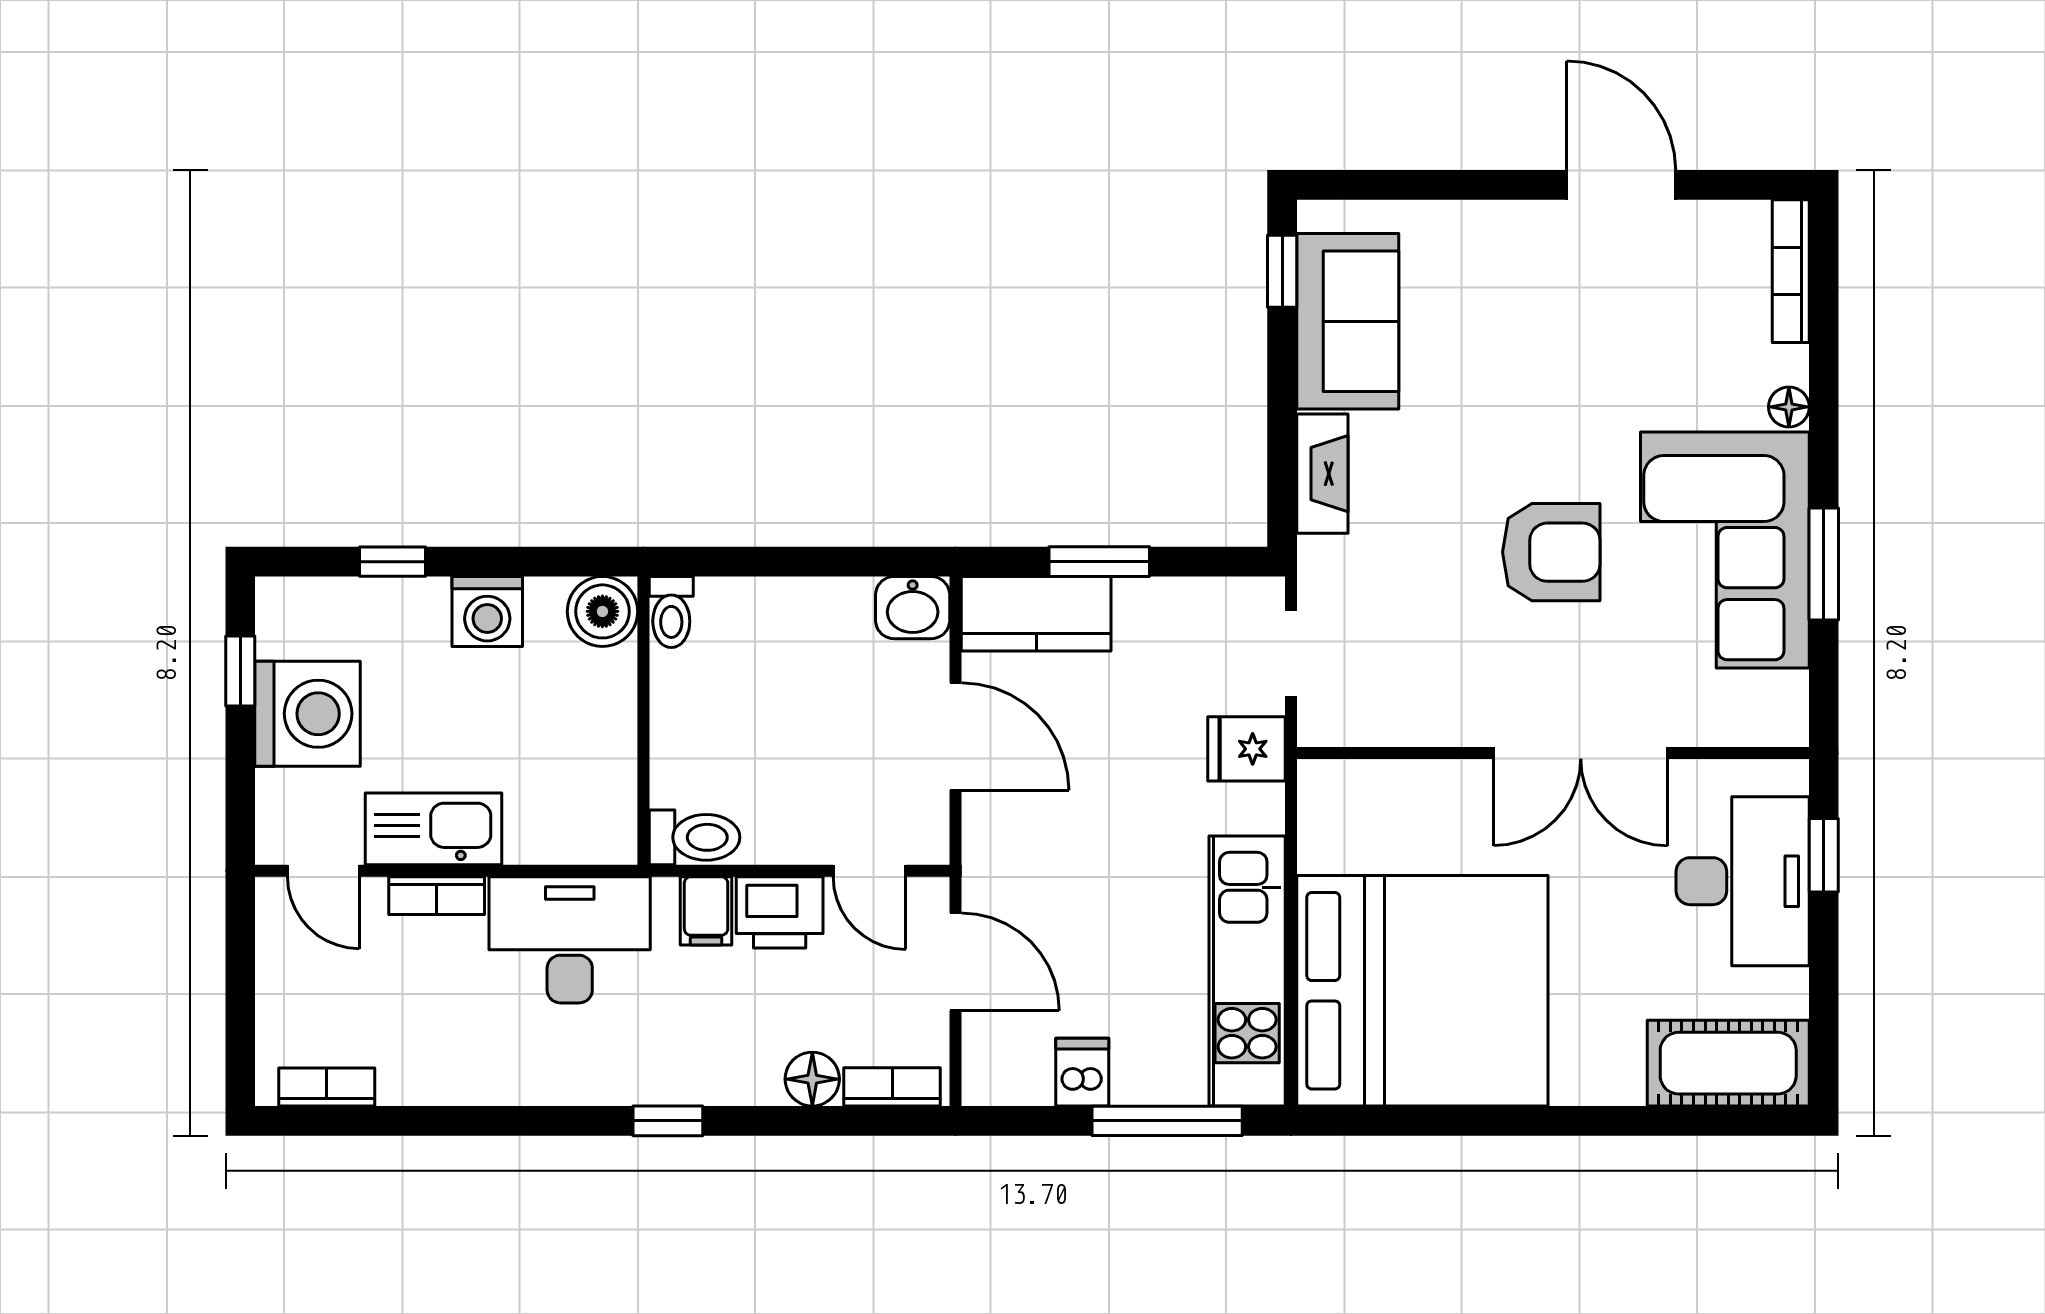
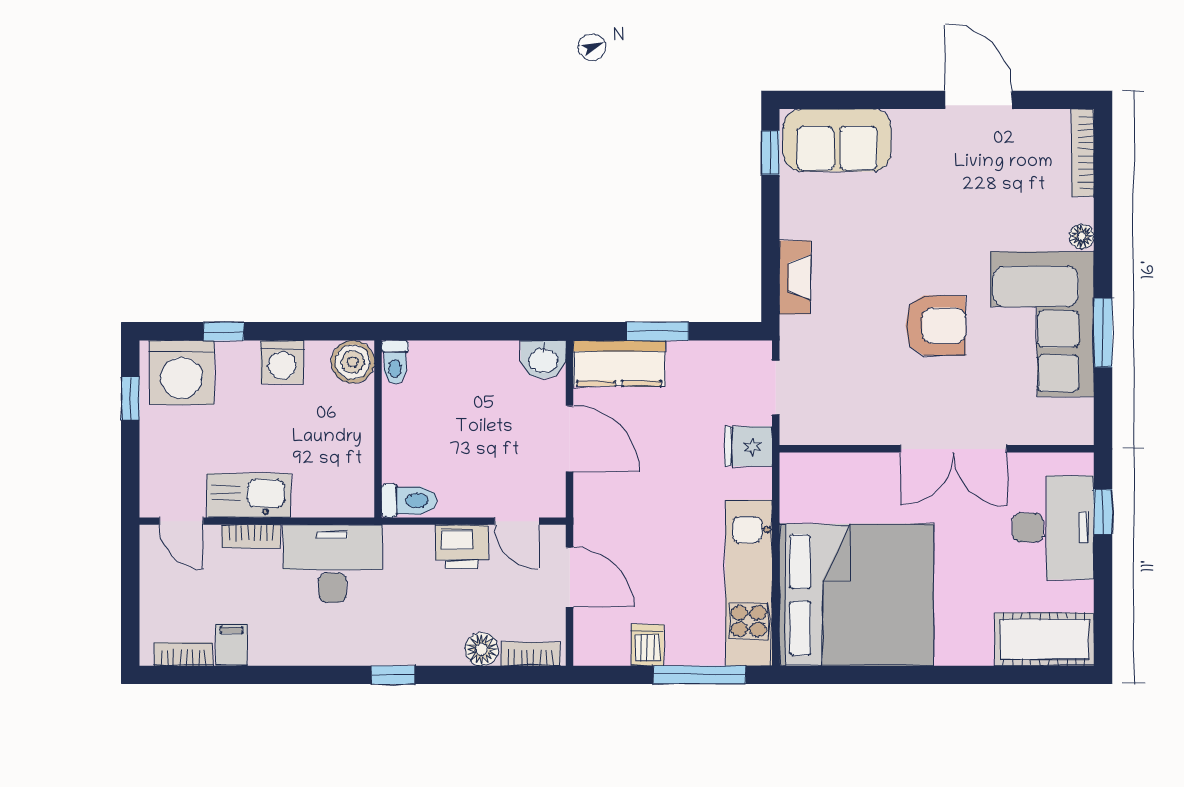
sofa: (1348, 321) -> (837, 140), moved, turned 90
washing machine: (308, 714) -> (182, 373), moved, turned 90
filing cabinet: (706, 911) -> (232, 645), moved, turned 180

